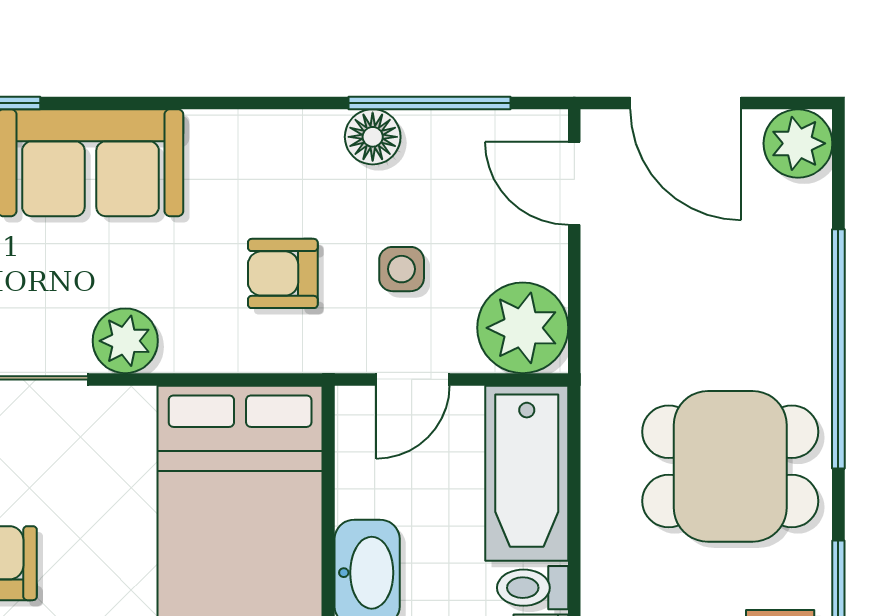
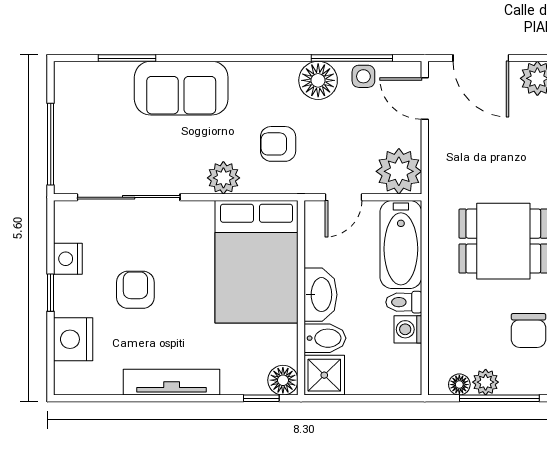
floor lamp: (373, 137) -> (318, 80), width x1.38, depth x1.38
side table: (402, 269) -> (363, 76), moved
plant: (125, 341) -> (223, 178), moved

